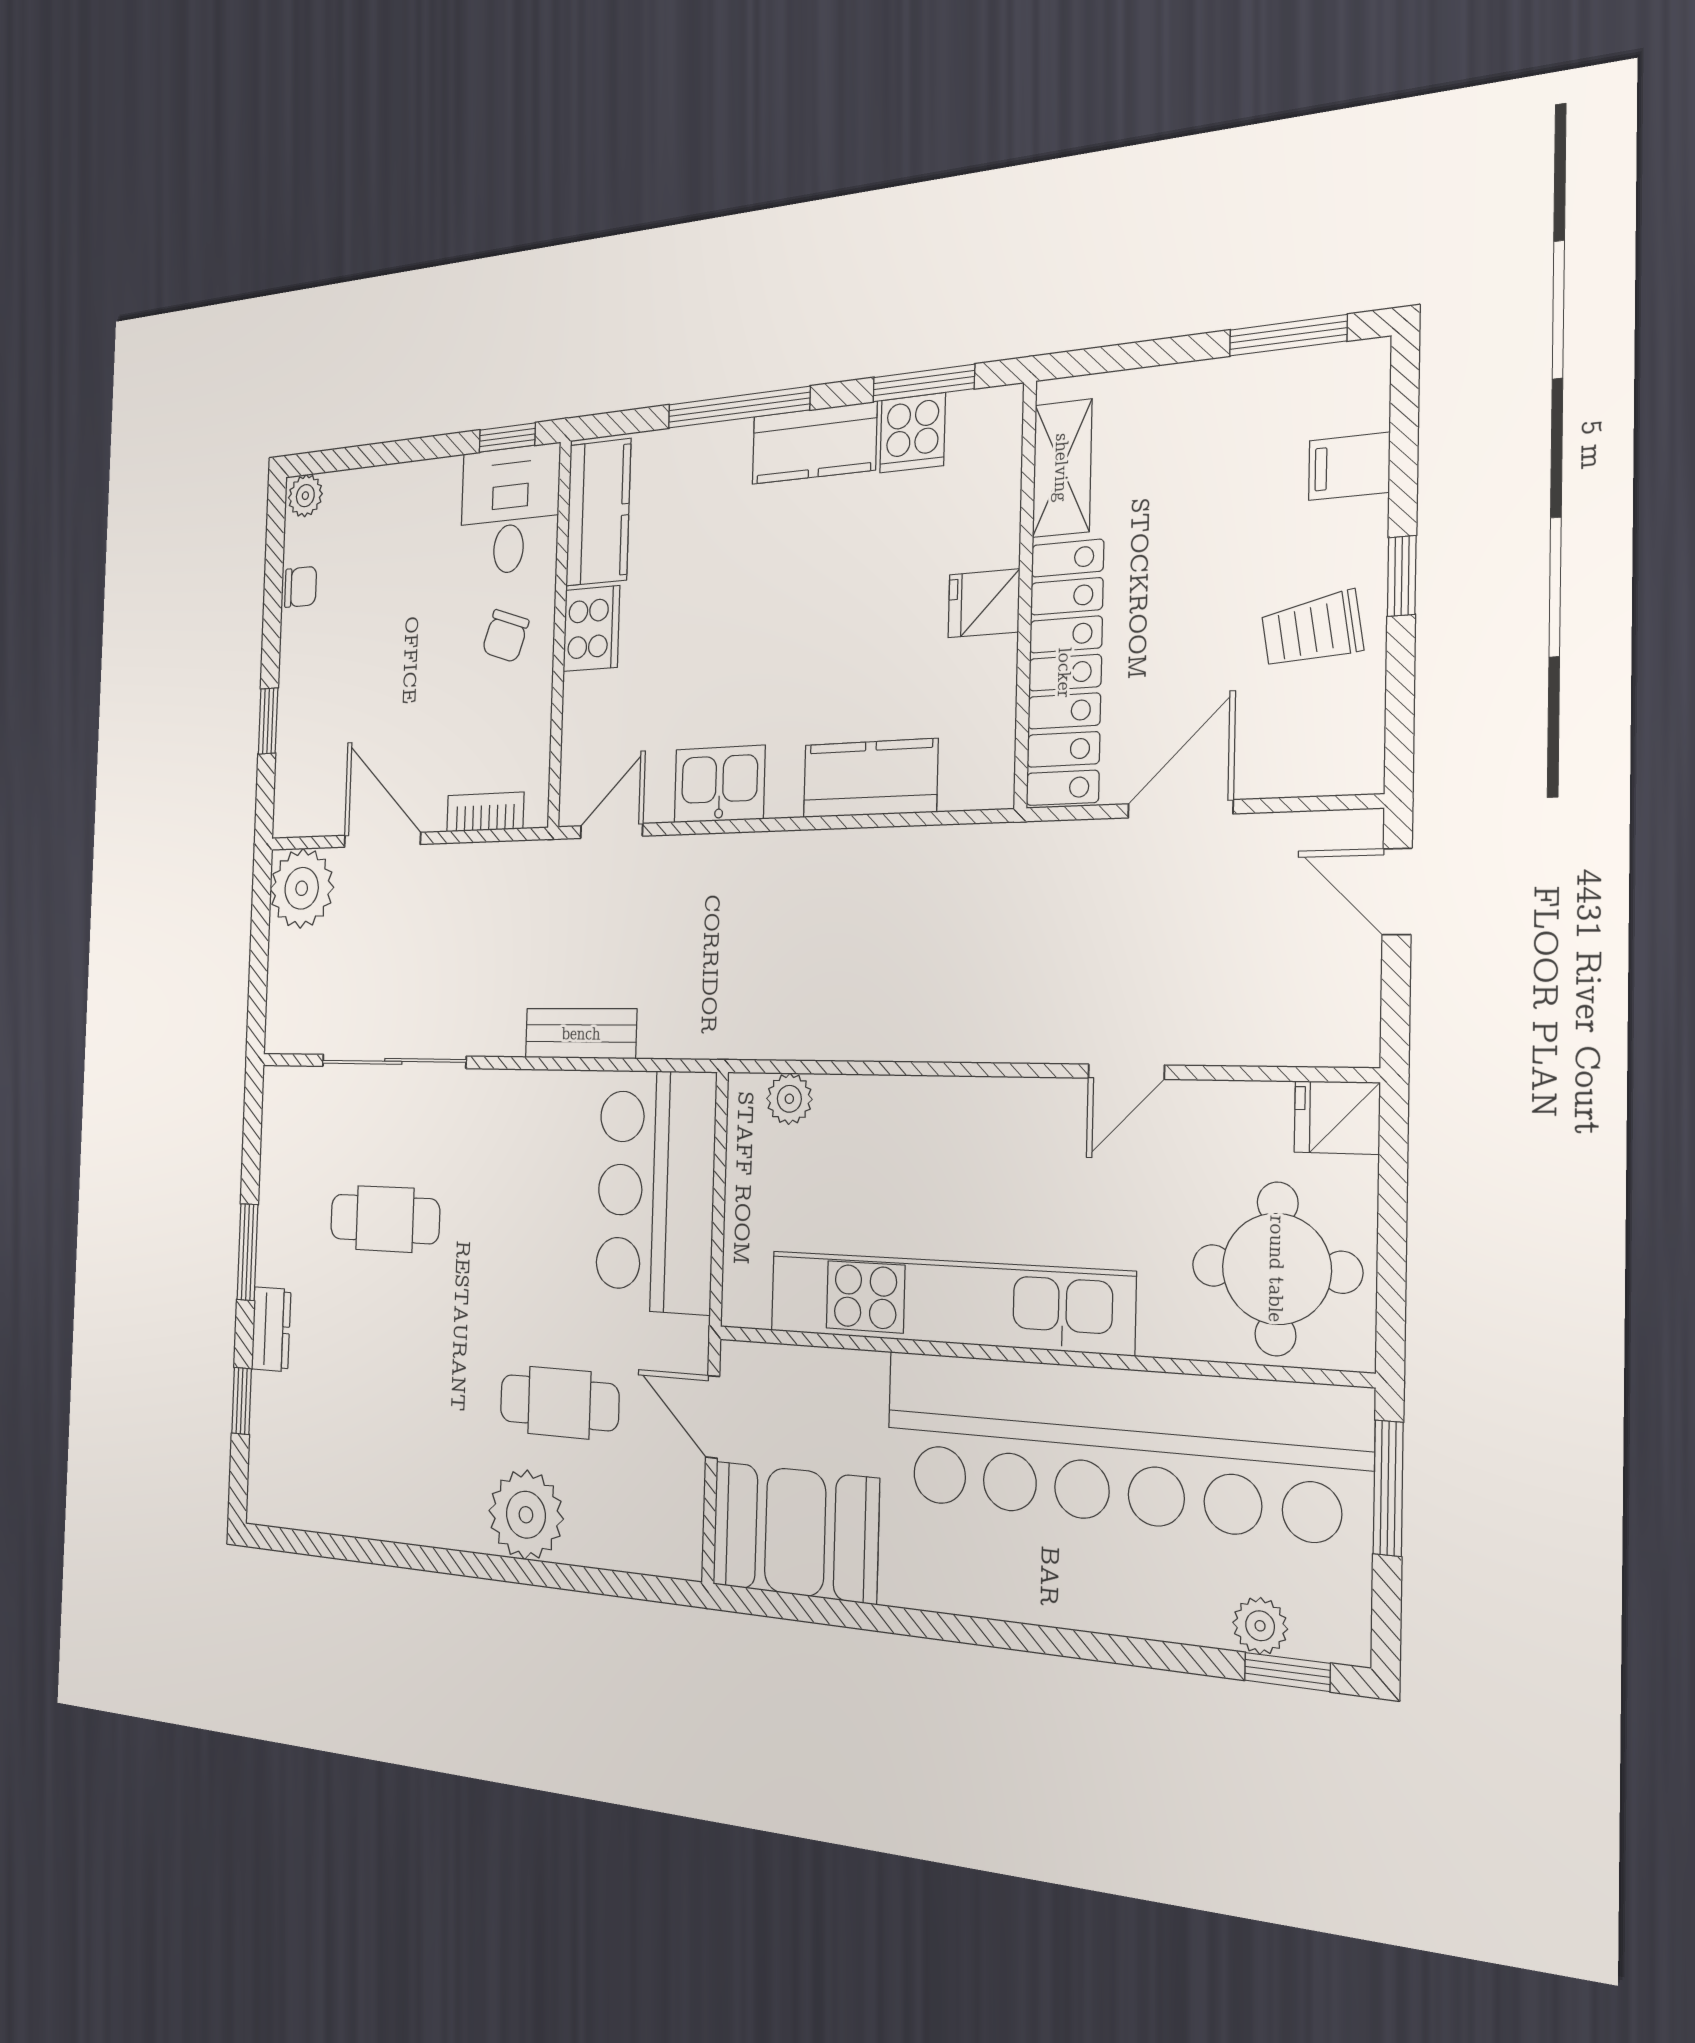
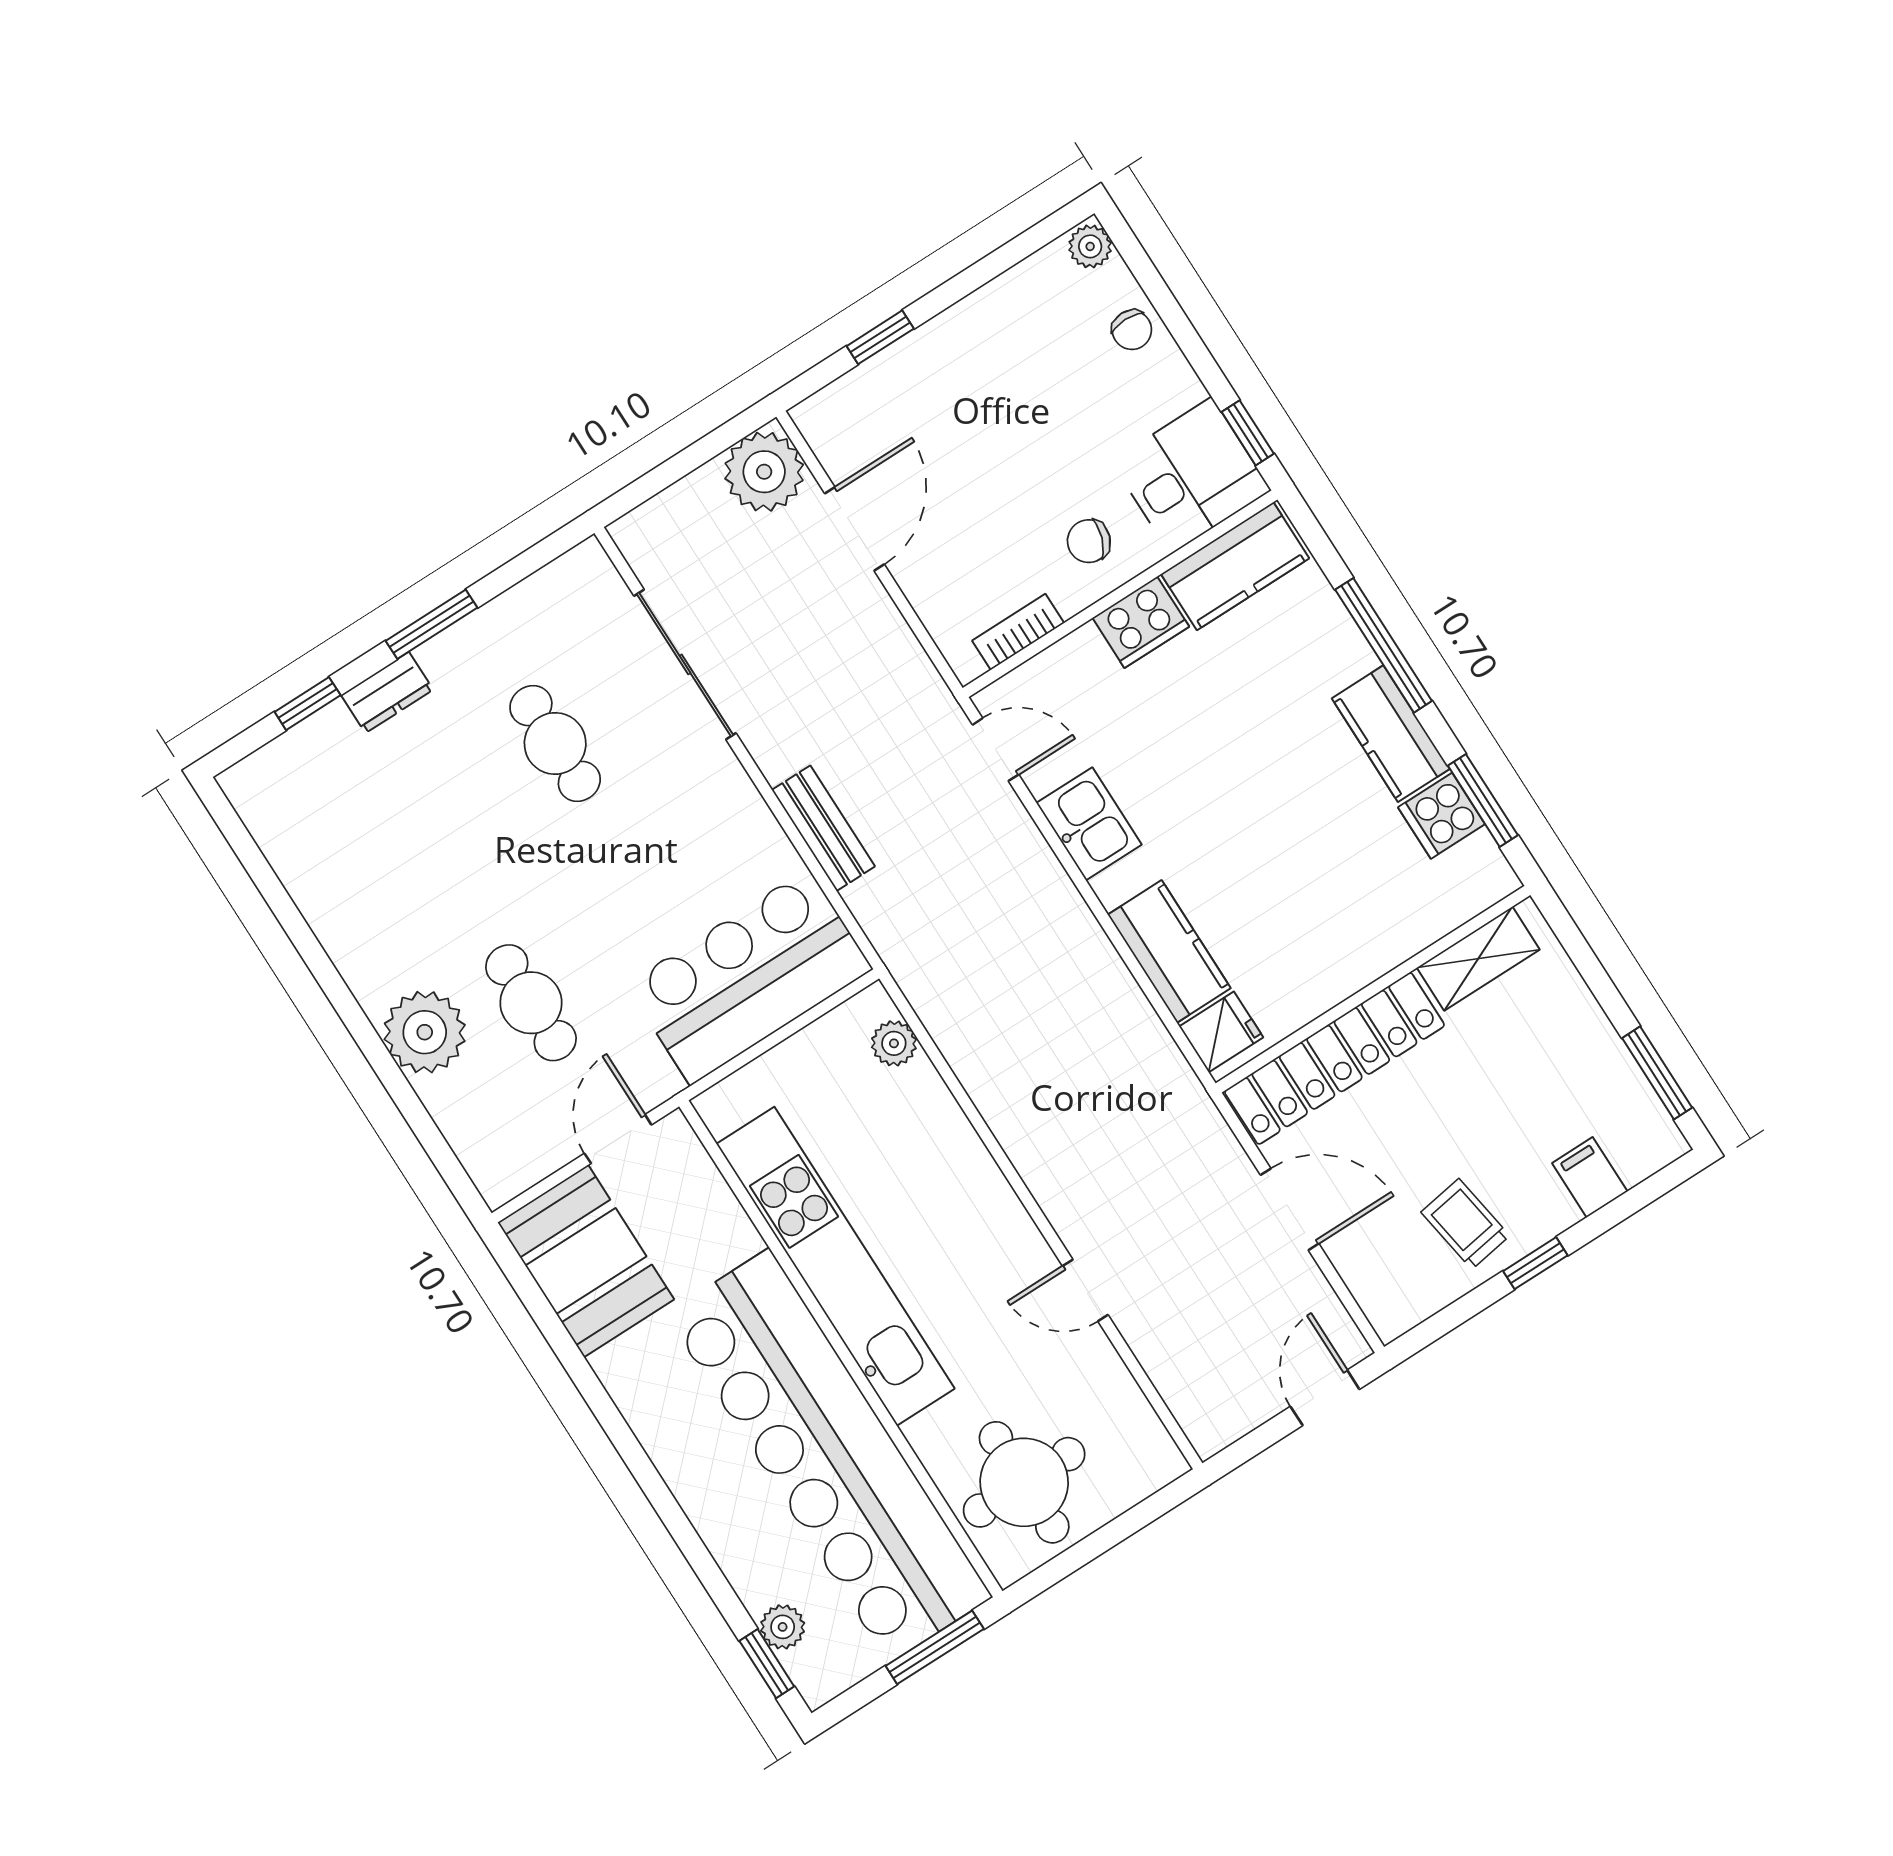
chair: (301, 587) -> (1132, 330), moved
fridge: (984, 603) -> (1221, 1032), moved, turned 90
bookcase: (485, 812) -> (1018, 632), moved, turned -90
fridge: (1337, 1117) -> (1151, 1456), removed

